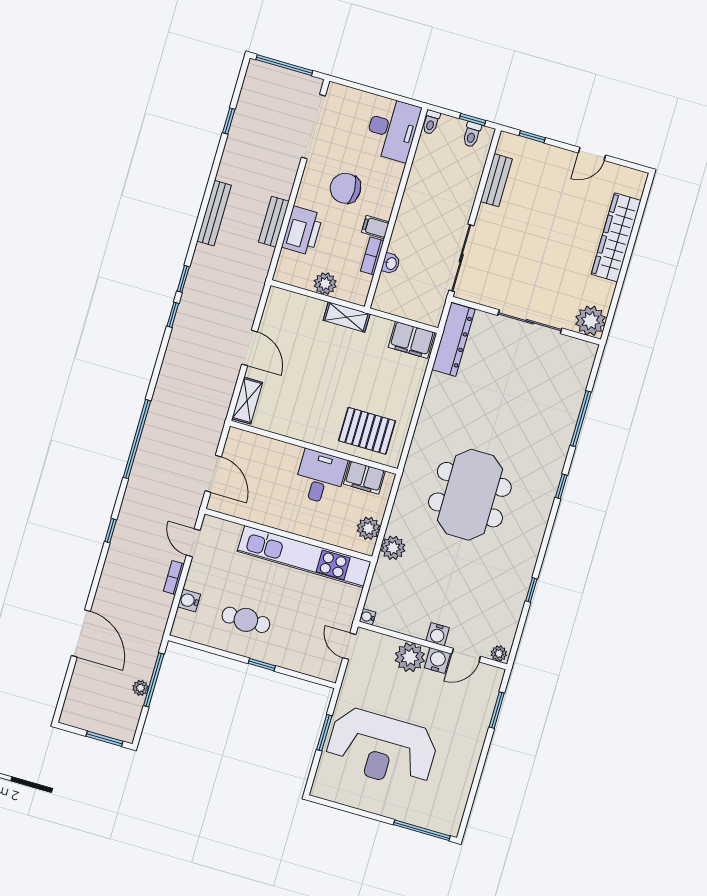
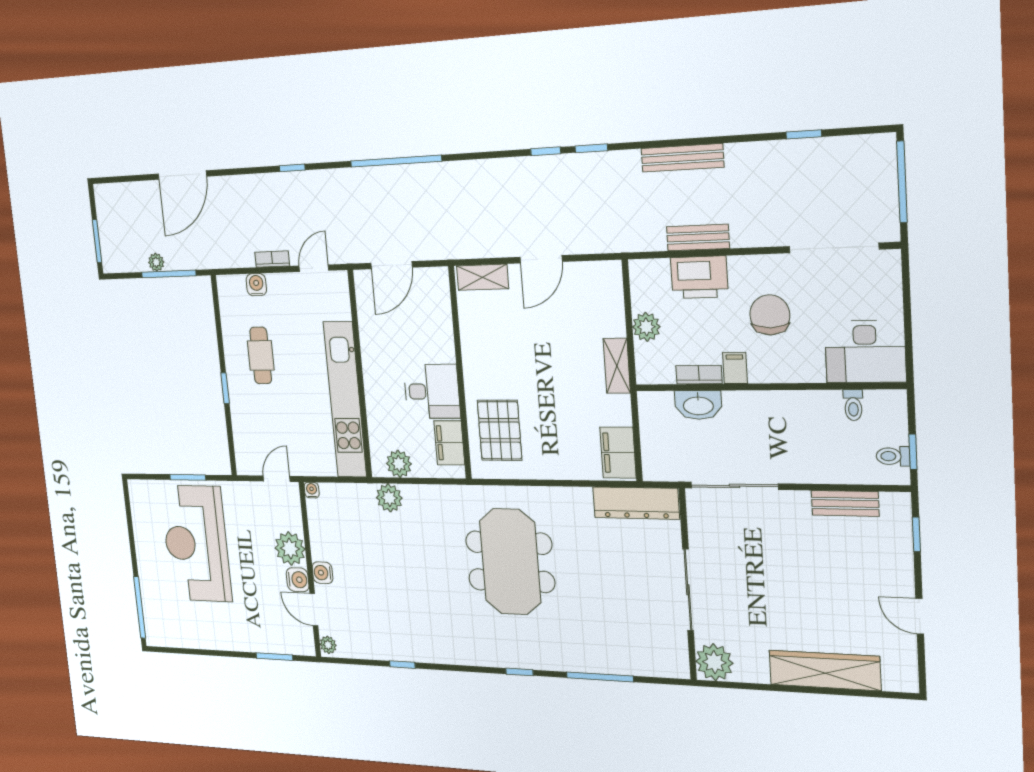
toilet: (431, 122) -> (853, 405), moved, turned -90
washbasin: (391, 263) -> (698, 405), width x1.91, depth x1.45
meeting table: (470, 495) -> (510, 562), moved, turned 90

